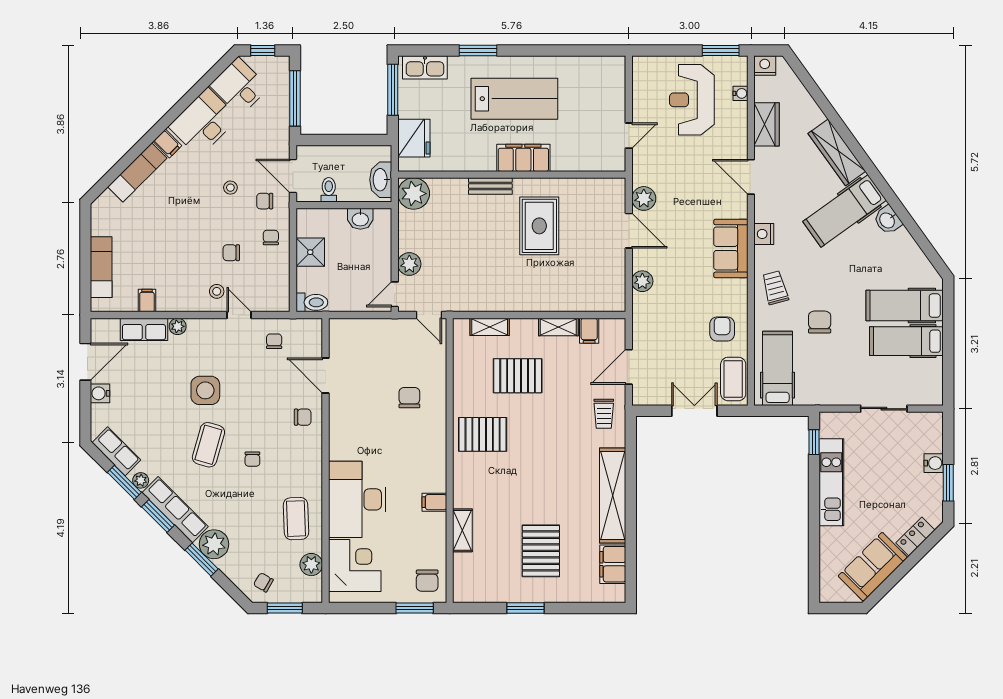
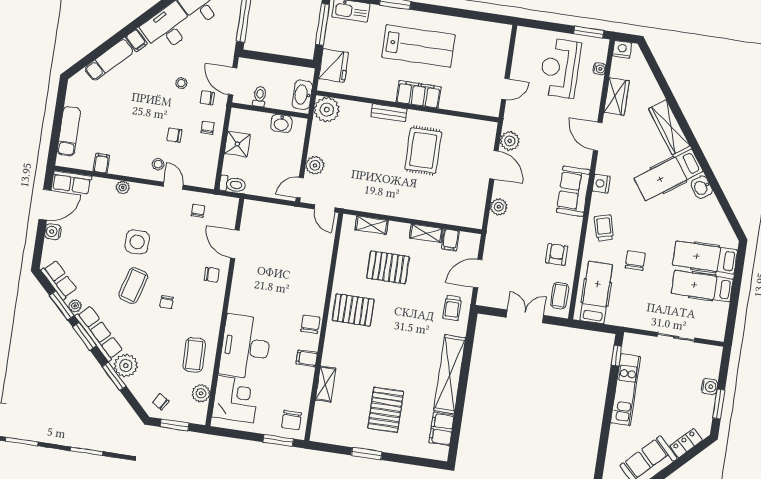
row of seats: (144, 329) -> (72, 182), moved
coffee table: (733, 379) -> (560, 296), width x0.73, depth x0.77
chair: (409, 398) -> (310, 324), moved

